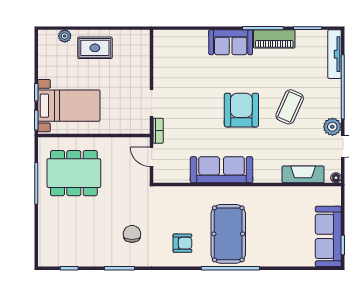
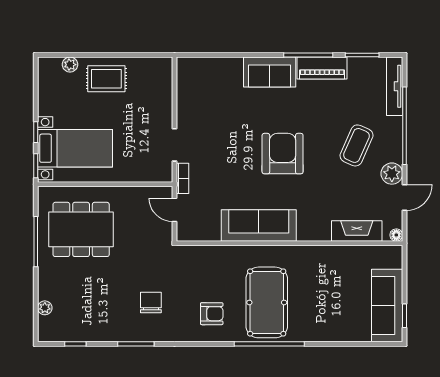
coffee table: (290, 107) -> (356, 145), moved
plant: (44, 238) -> (45, 308), added

